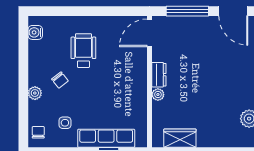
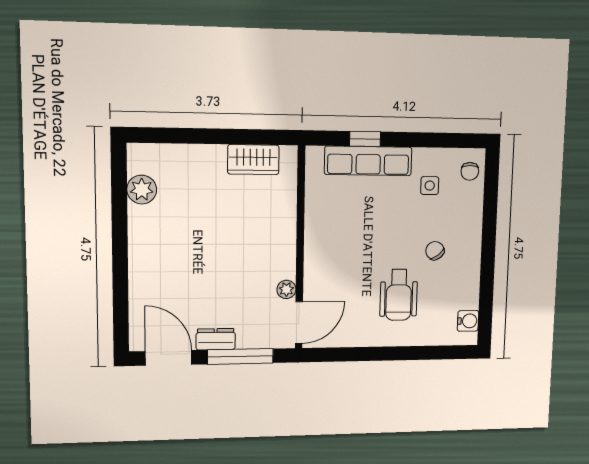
dresser: (159, 75) -> (216, 339), moved, turned 90
plant: (35, 93) -> (472, 231), removed
plant: (158, 95) -> (286, 289), moved

